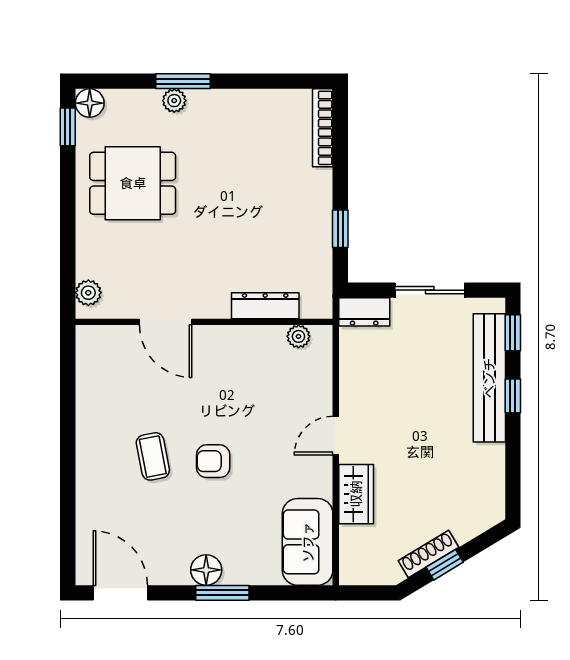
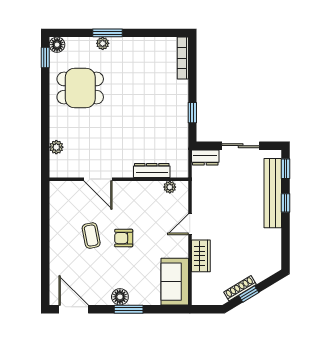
dresser: (265, 306) -> (152, 170), moved
door: (166, 322) -> (98, 179), moved
wall: (204, 322) -> (119, 179), moved
plant: (298, 336) -> (170, 187), moved

